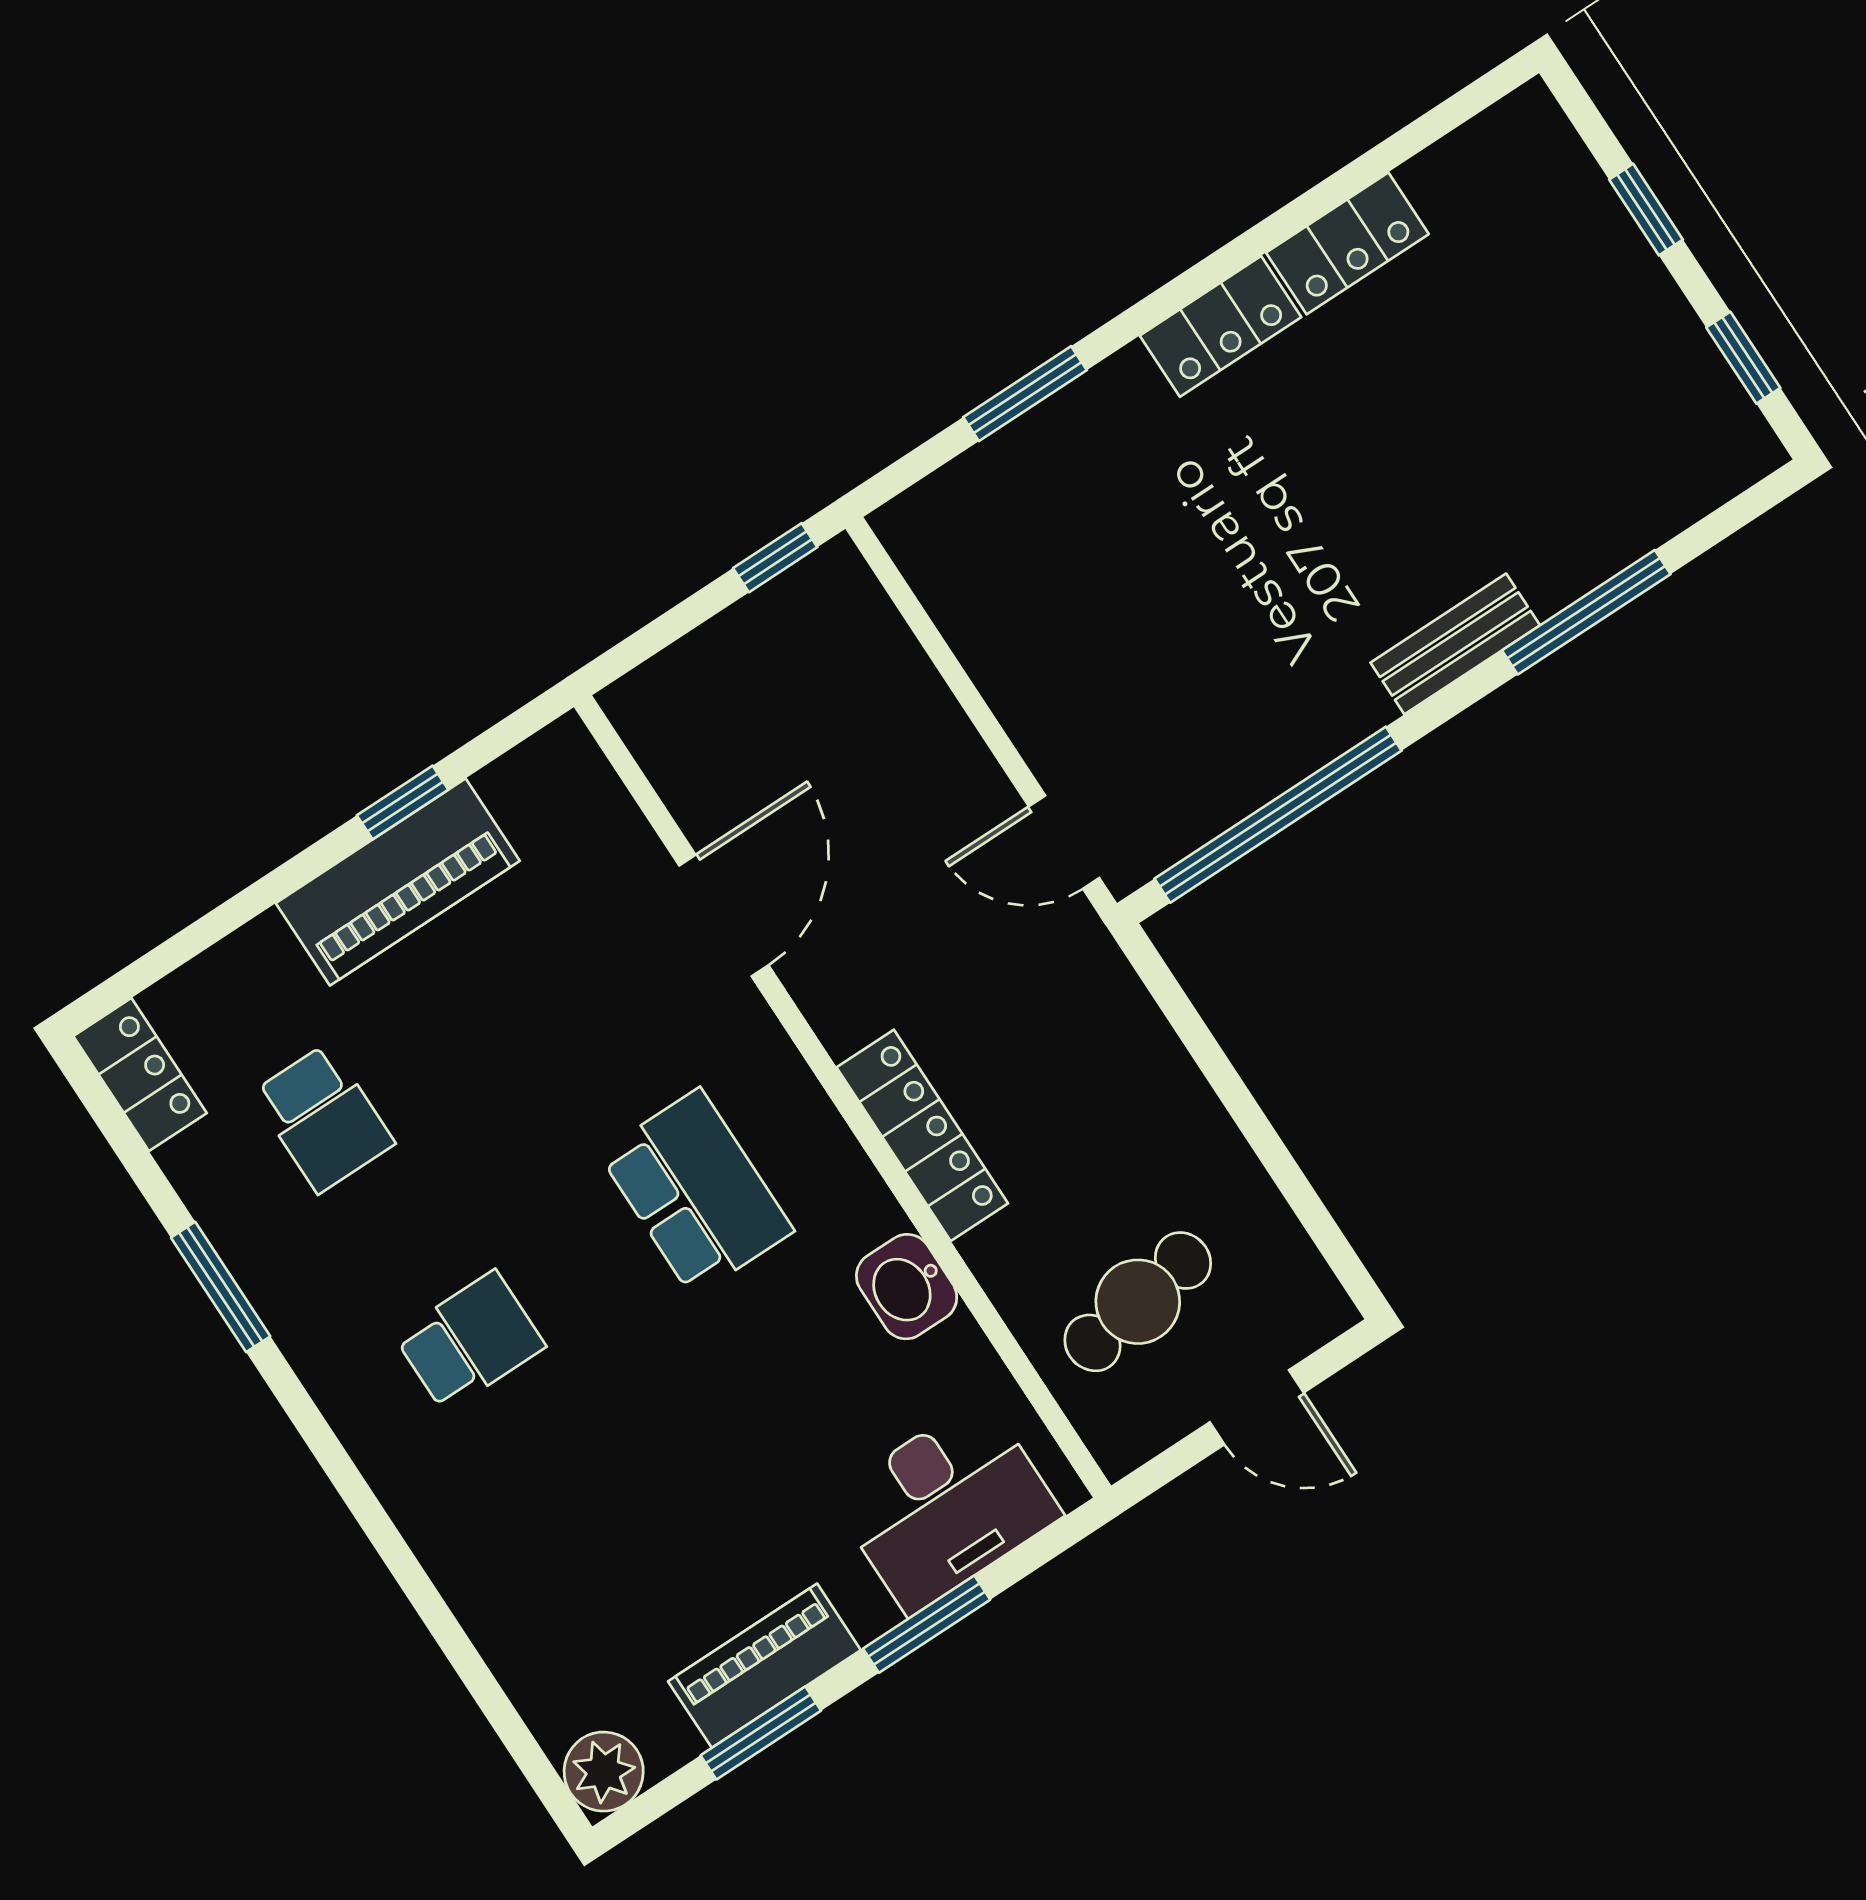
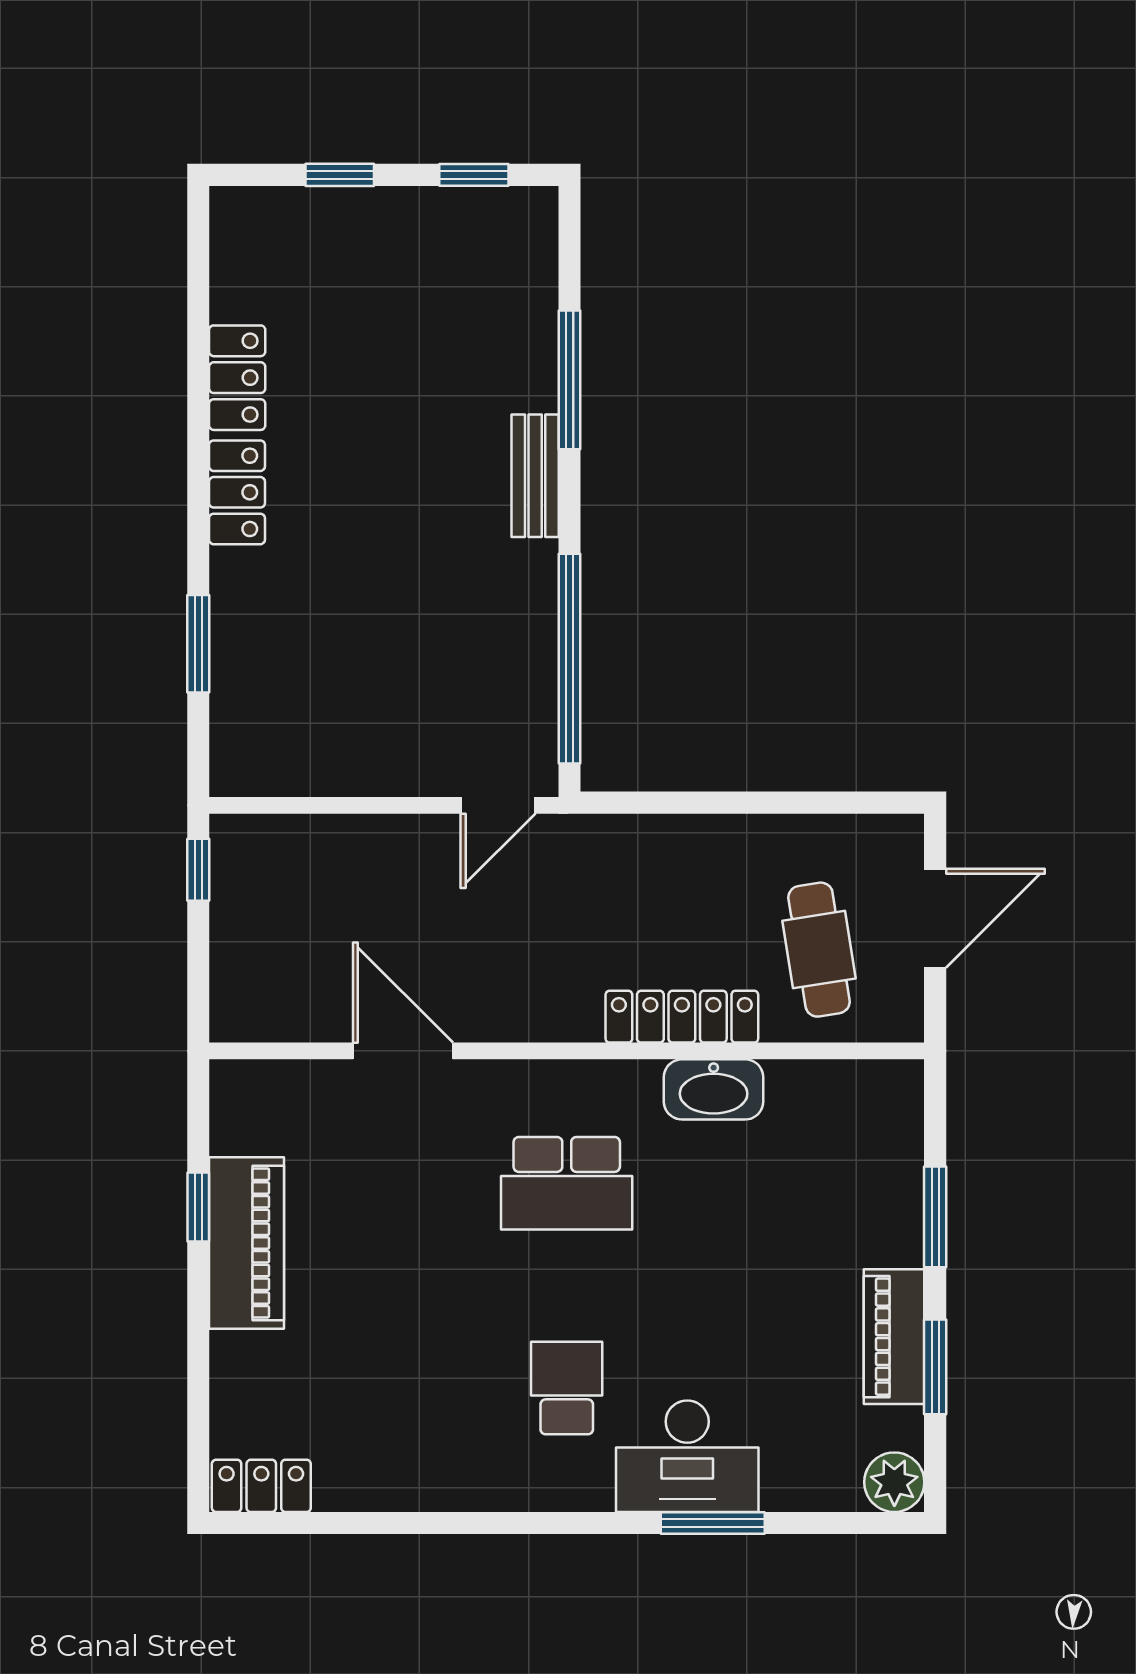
school desk: (323, 1118) -> (365, 1388), removed
locker: (922, 1135) -> (682, 1017), moved
school desk: (696, 1192) -> (567, 1183), turned 180
window: (221, 1287) -> (713, 1523), moved
washbasin: (907, 1287) -> (714, 1089), width x1.38
door: (1257, 1407) -> (935, 918), width x1.38
desk: (946, 1506) -> (687, 1456), moved, turned 90

